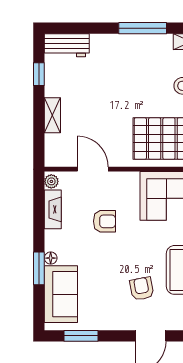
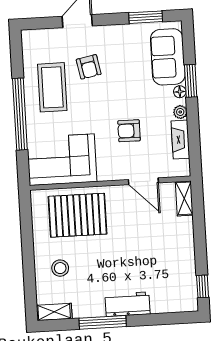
workbench: (67, 45) -> (127, 304), moved
window: (39, 74) -> (203, 286), moved
shelving: (52, 115) -> (184, 198), moved
plant: (51, 181) -> (180, 112), moved

